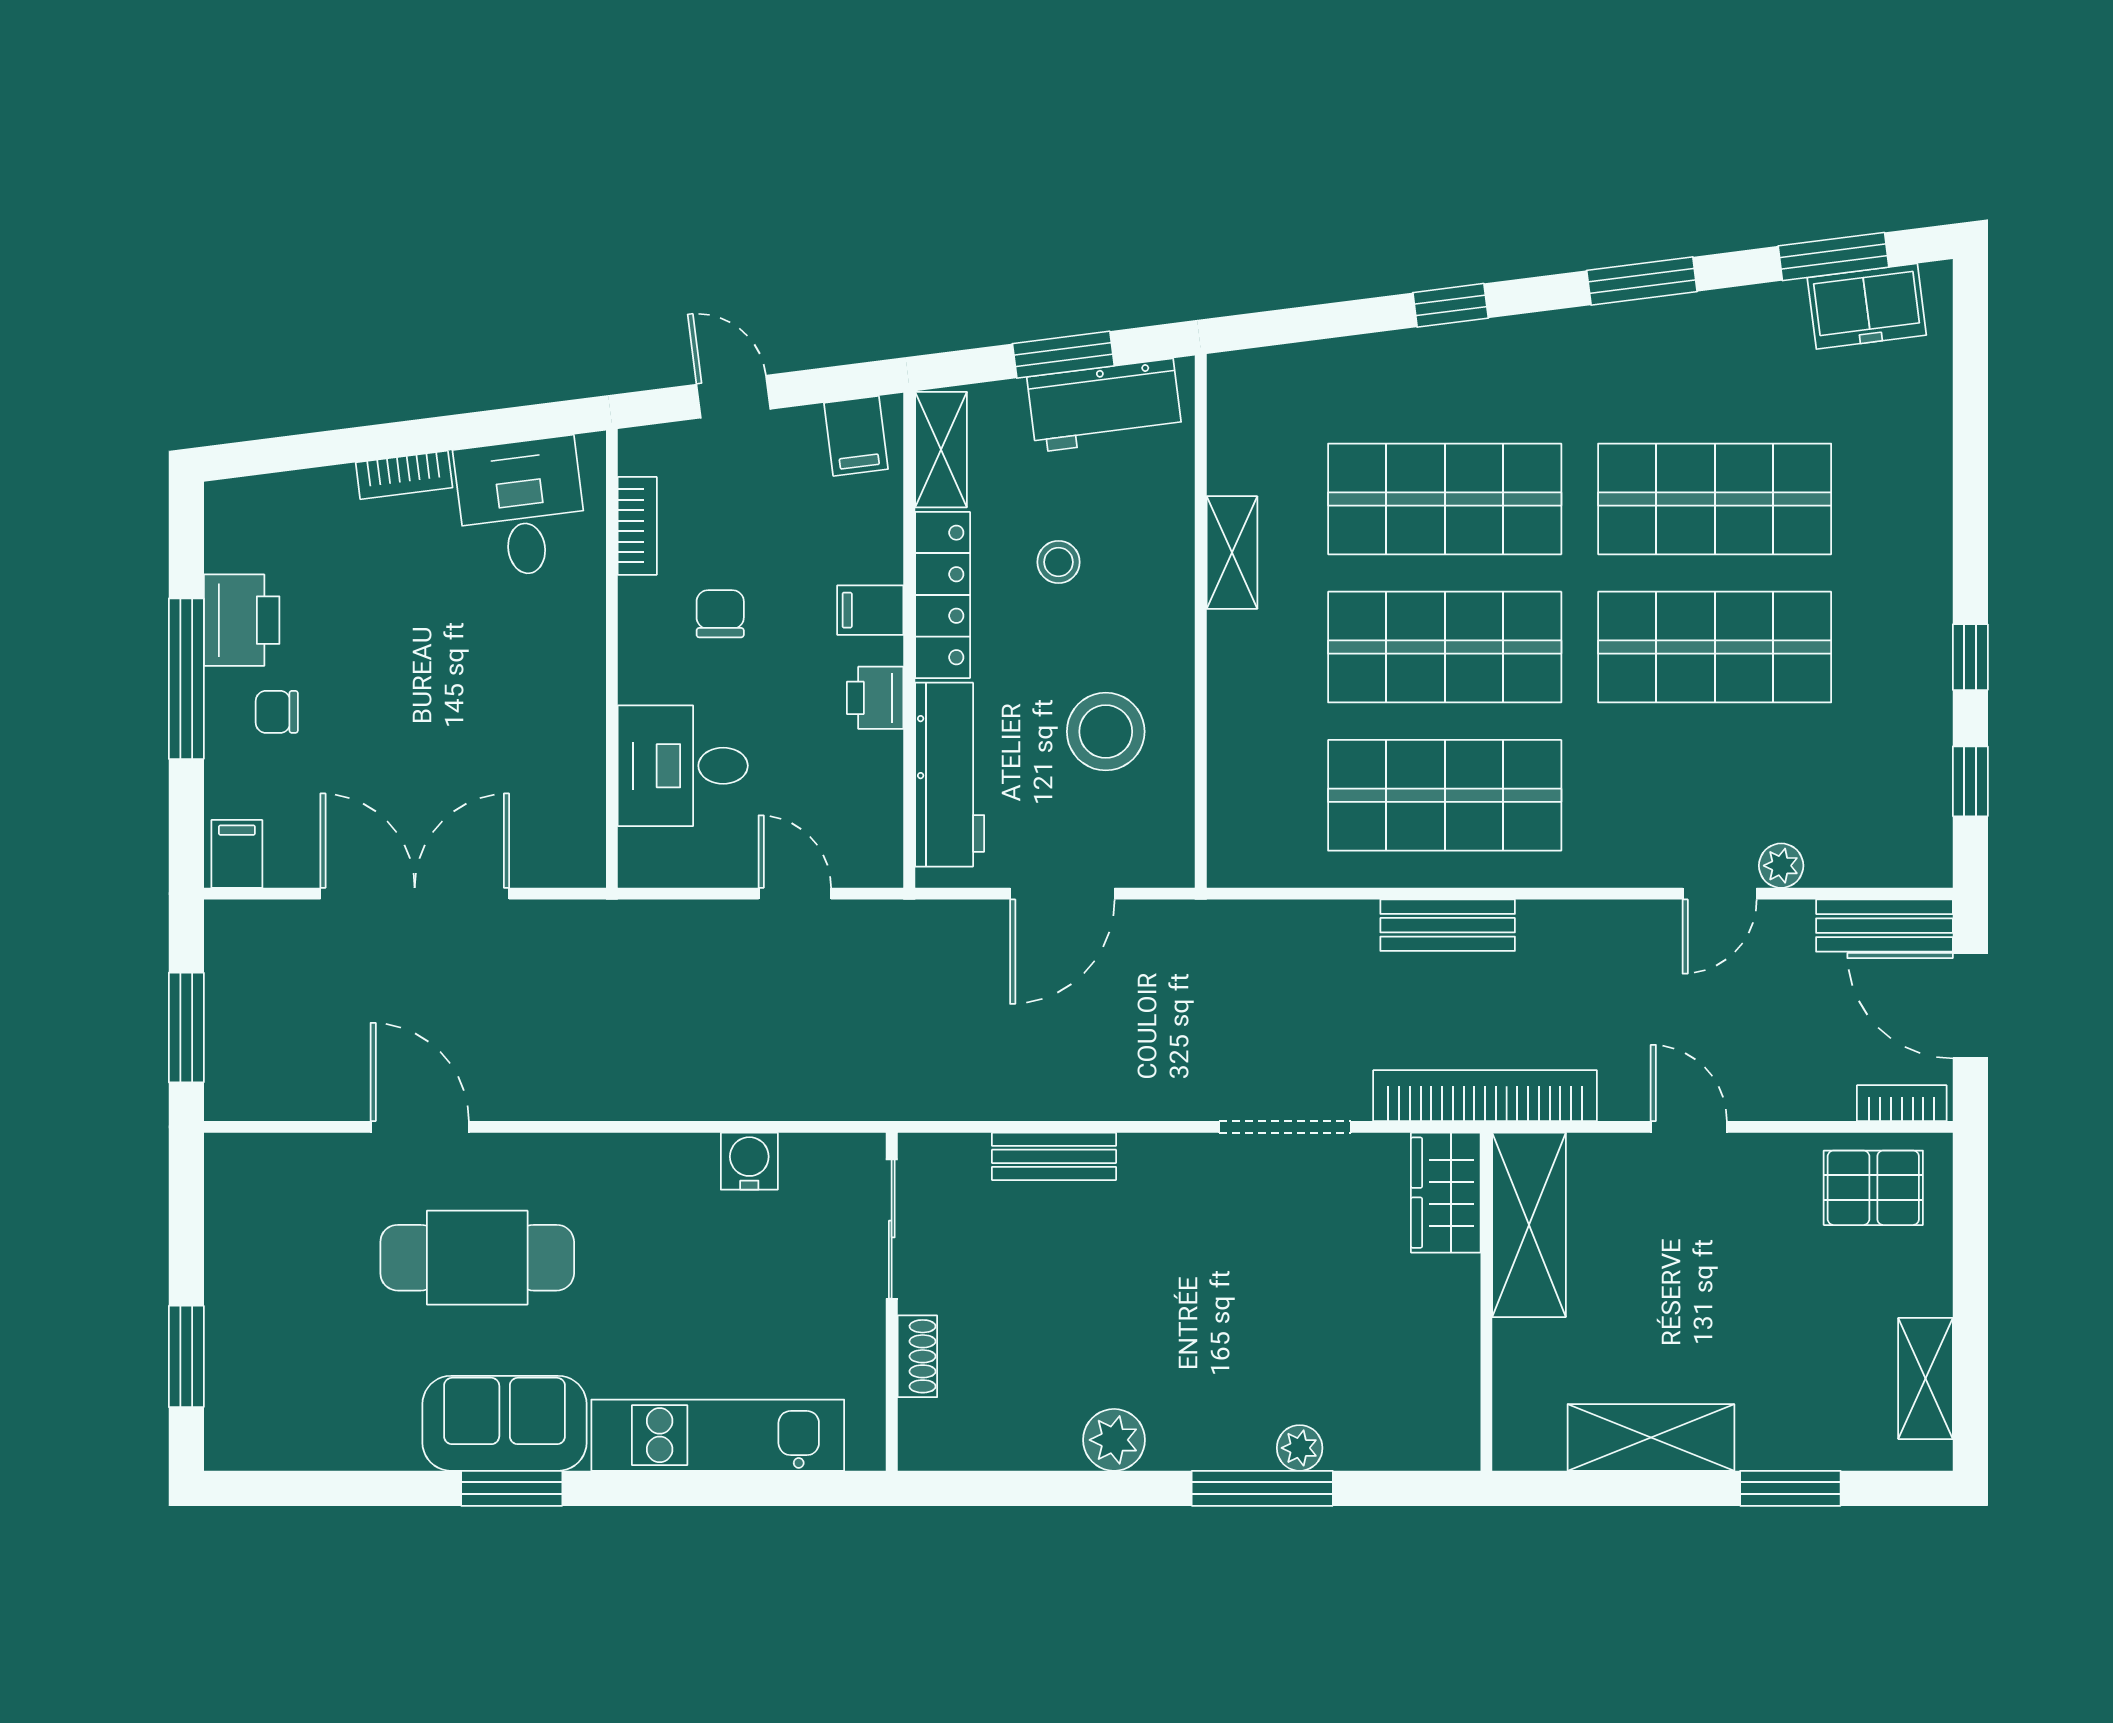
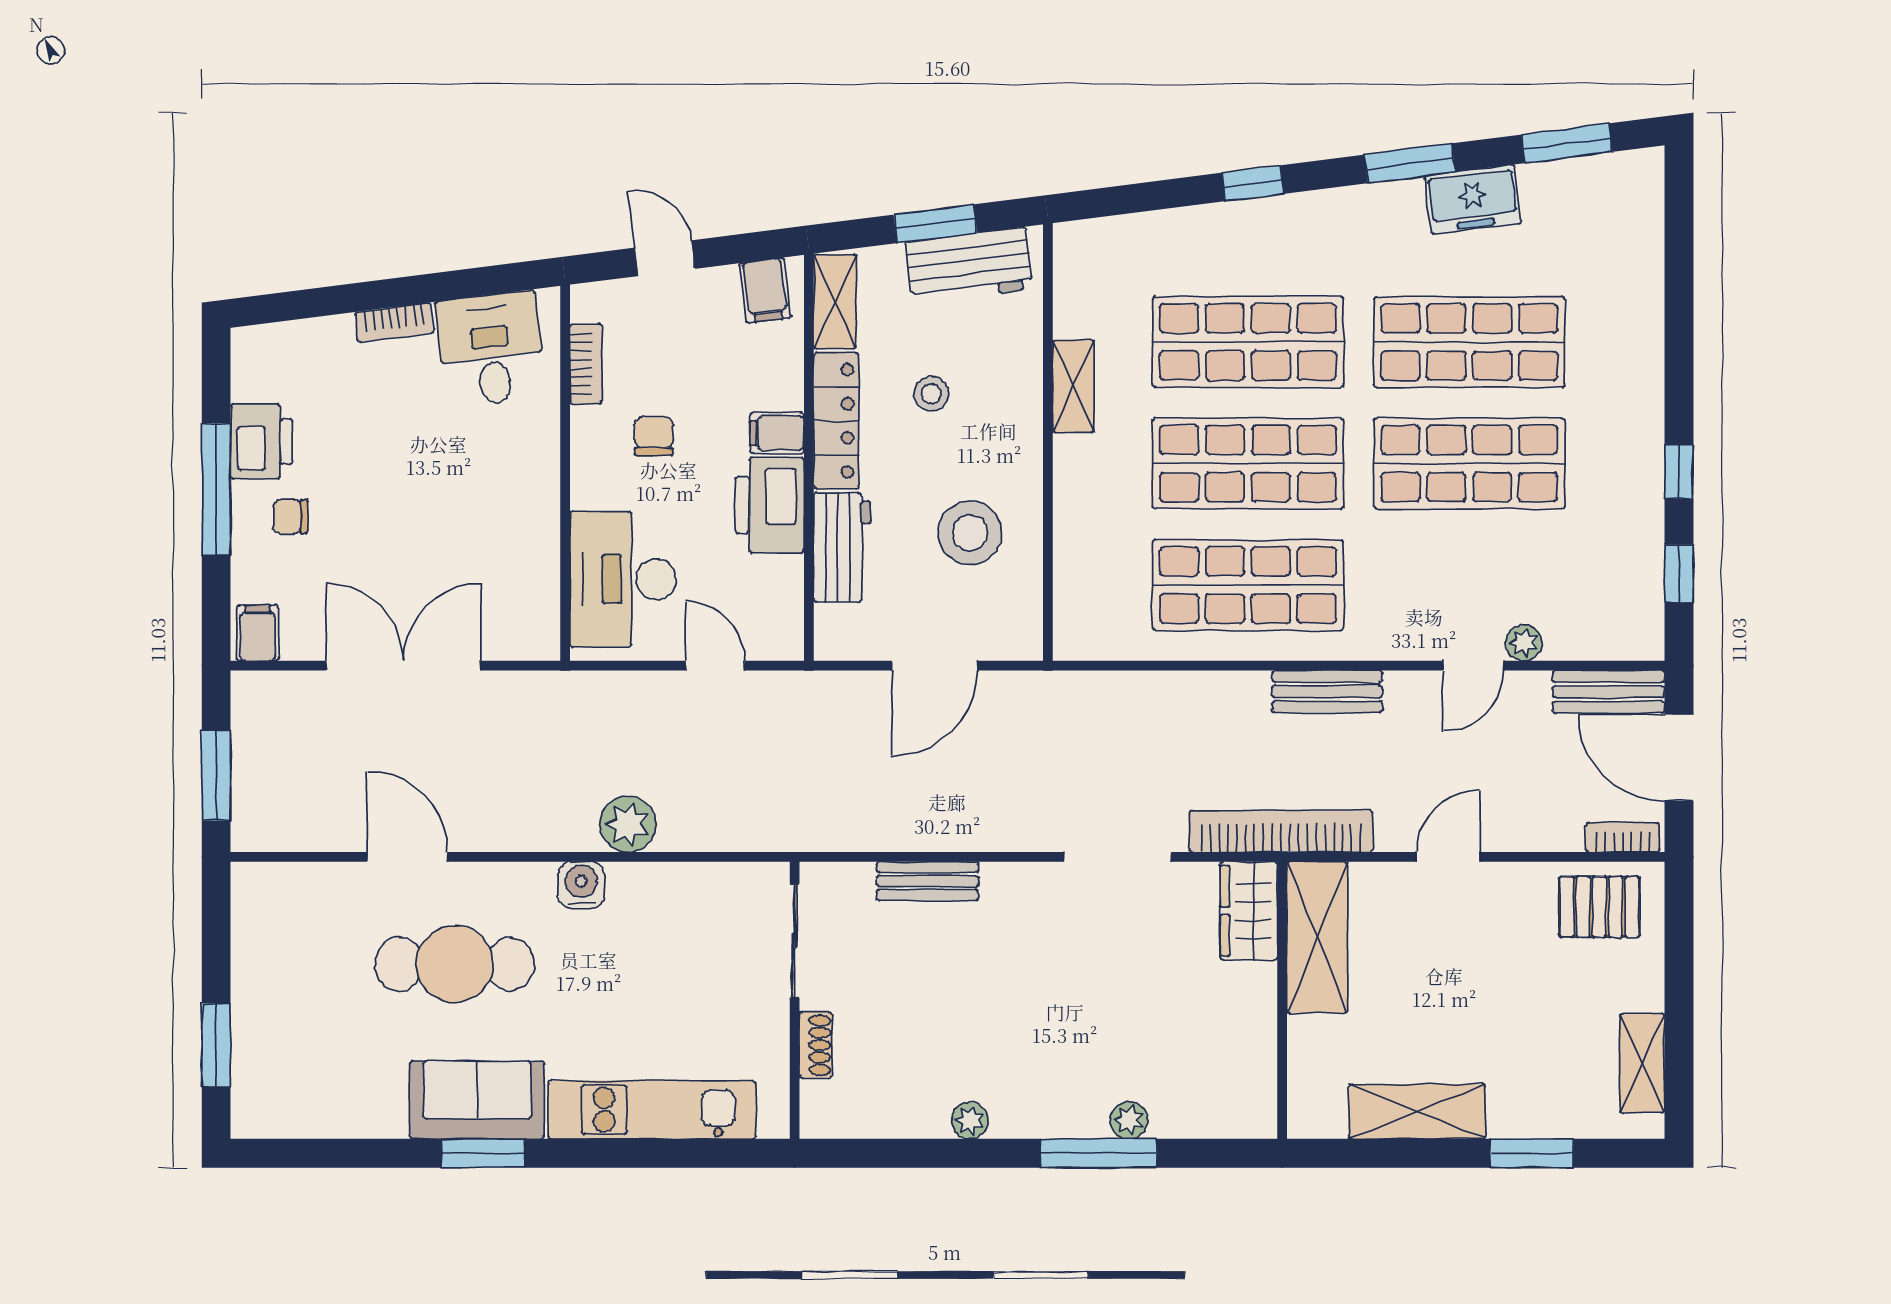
freezer: (1867, 306) -> (1473, 200), moved
printer: (875, 698) -> (770, 505), width x1.87, depth x1.48
desk: (683, 766) -> (623, 579), width x1.37
workbench: (950, 775) -> (842, 547), width x0.73
bench: (1448, 925) -> (1327, 692), moved
plant: (688, 1087) -> (628, 824), added
door: (1689, 1127) -> (1448, 857), hinge flipped
water cooler: (749, 1161) -> (581, 885), moved
plant: (1114, 1440) -> (970, 1120), width x0.73, depth x0.73

